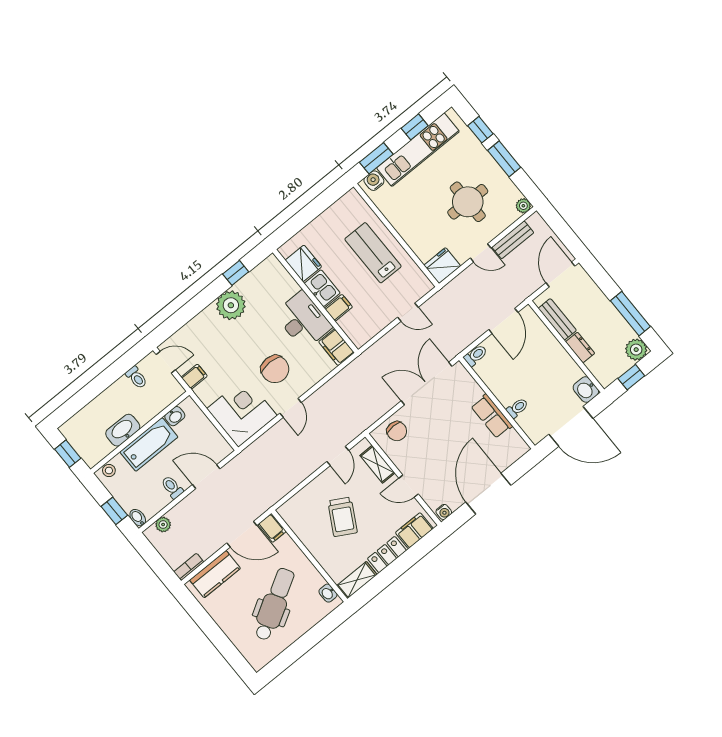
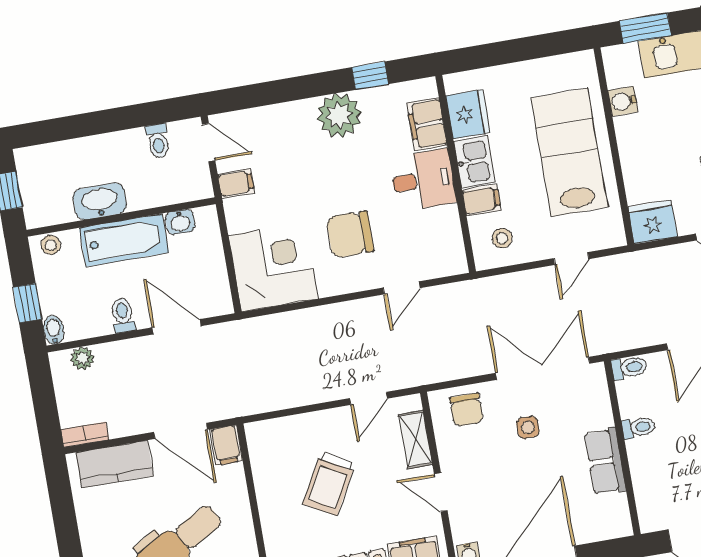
water cooler: (374, 181) -> (623, 101), moved, turned -90
lab bench: (373, 253) -> (569, 152), width x1.36, depth x1.39
door: (408, 312) -> (571, 259), hinge flipped
desk: (303, 320) -> (423, 180), width x0.73
stool: (362, 323) -> (502, 238), added
filing cabinet: (336, 347) -> (427, 124), moved
chair: (275, 369) -> (350, 234), turned 90
door: (291, 408) -> (401, 288), moved
toilet: (517, 408) -> (638, 427), moved
side table: (437, 422) -> (528, 427), added

